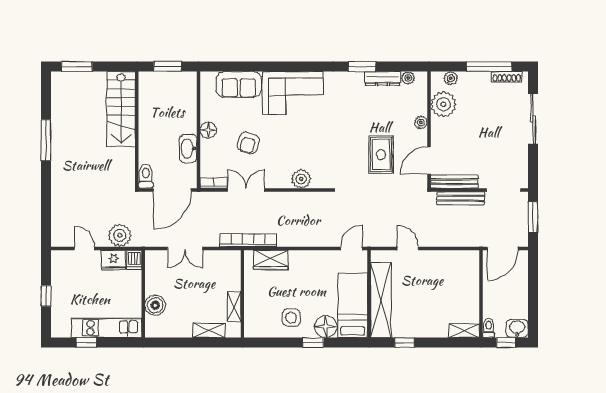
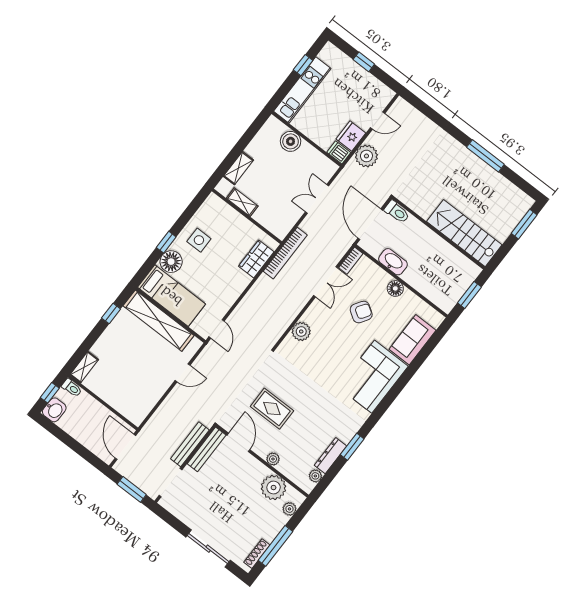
armchair: (248, 143) -> (361, 312), turned 106

